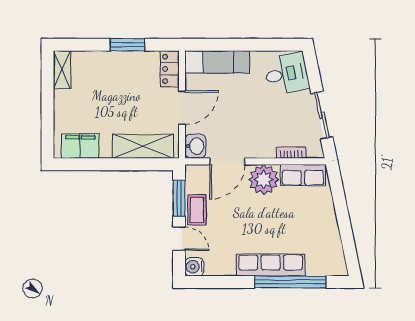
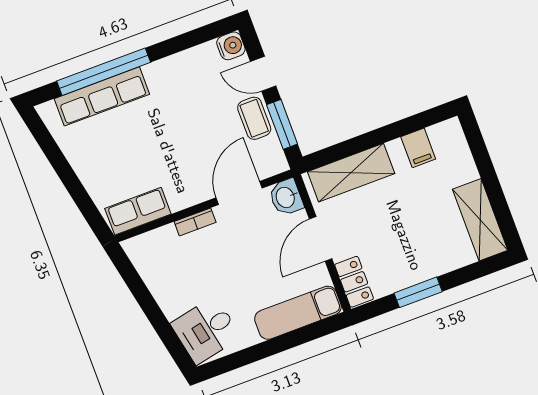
shelving: (62, 70) -> (480, 220), width x1.50, depth x1.33
sliding door: (322, 115) -> (142, 295), removed
filing cabinet: (80, 146) -> (418, 148), width x0.50
bookcase: (291, 153) -> (195, 222), moved
plant: (264, 180) -> (185, 187), removed
row of seats: (271, 265) -> (102, 96), moved

